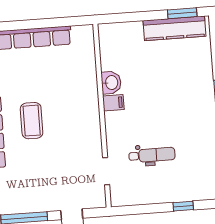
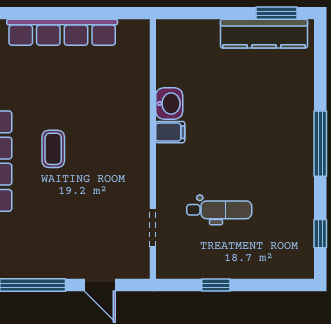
coffee table: (32, 121) -> (53, 149), width x0.73, depth x0.77
window: (183, 206) -> (216, 285), moved

